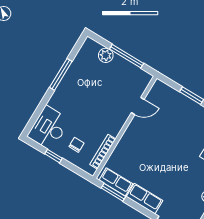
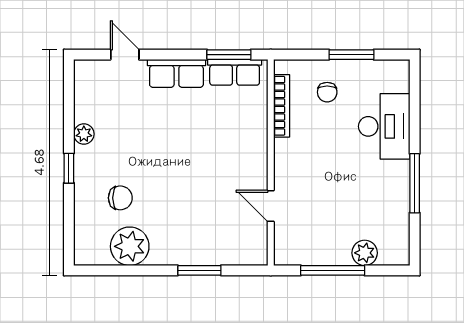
door: (138, 106) -> (271, 206), hinge flipped
desk: (49, 128) -> (384, 126), moved
window: (54, 156) -> (351, 55), width x1.50

